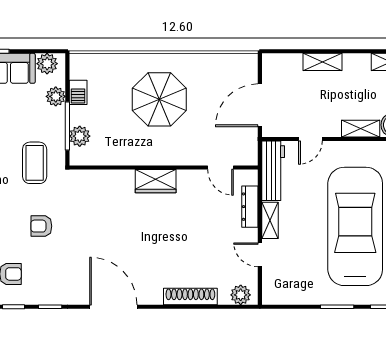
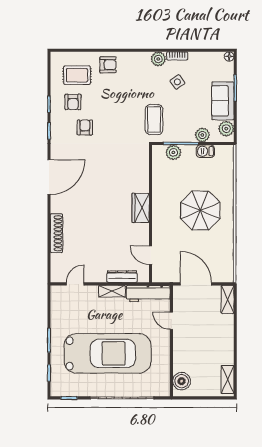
shelving: (323, 62) -> (228, 299), moved
shelving: (361, 129) -> (179, 357), removed
coffee table: (35, 163) -> (154, 120), turned 90
door: (220, 168) -> (151, 255), hinge flipped
armchair: (41, 226) -> (85, 127), moved
door: (260, 255) -> (75, 284), moved
plant: (241, 295) -> (58, 270), removed

